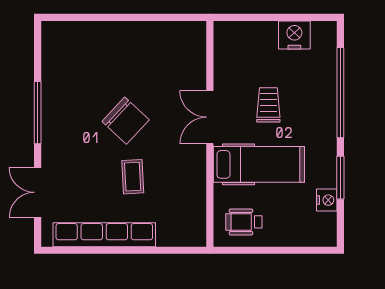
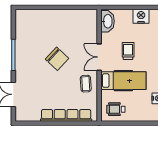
washbasin: (227, 45) -> (107, 21), added
coffee table: (133, 177) -> (86, 84), moved
row of seats: (104, 235) -> (66, 115), moved

